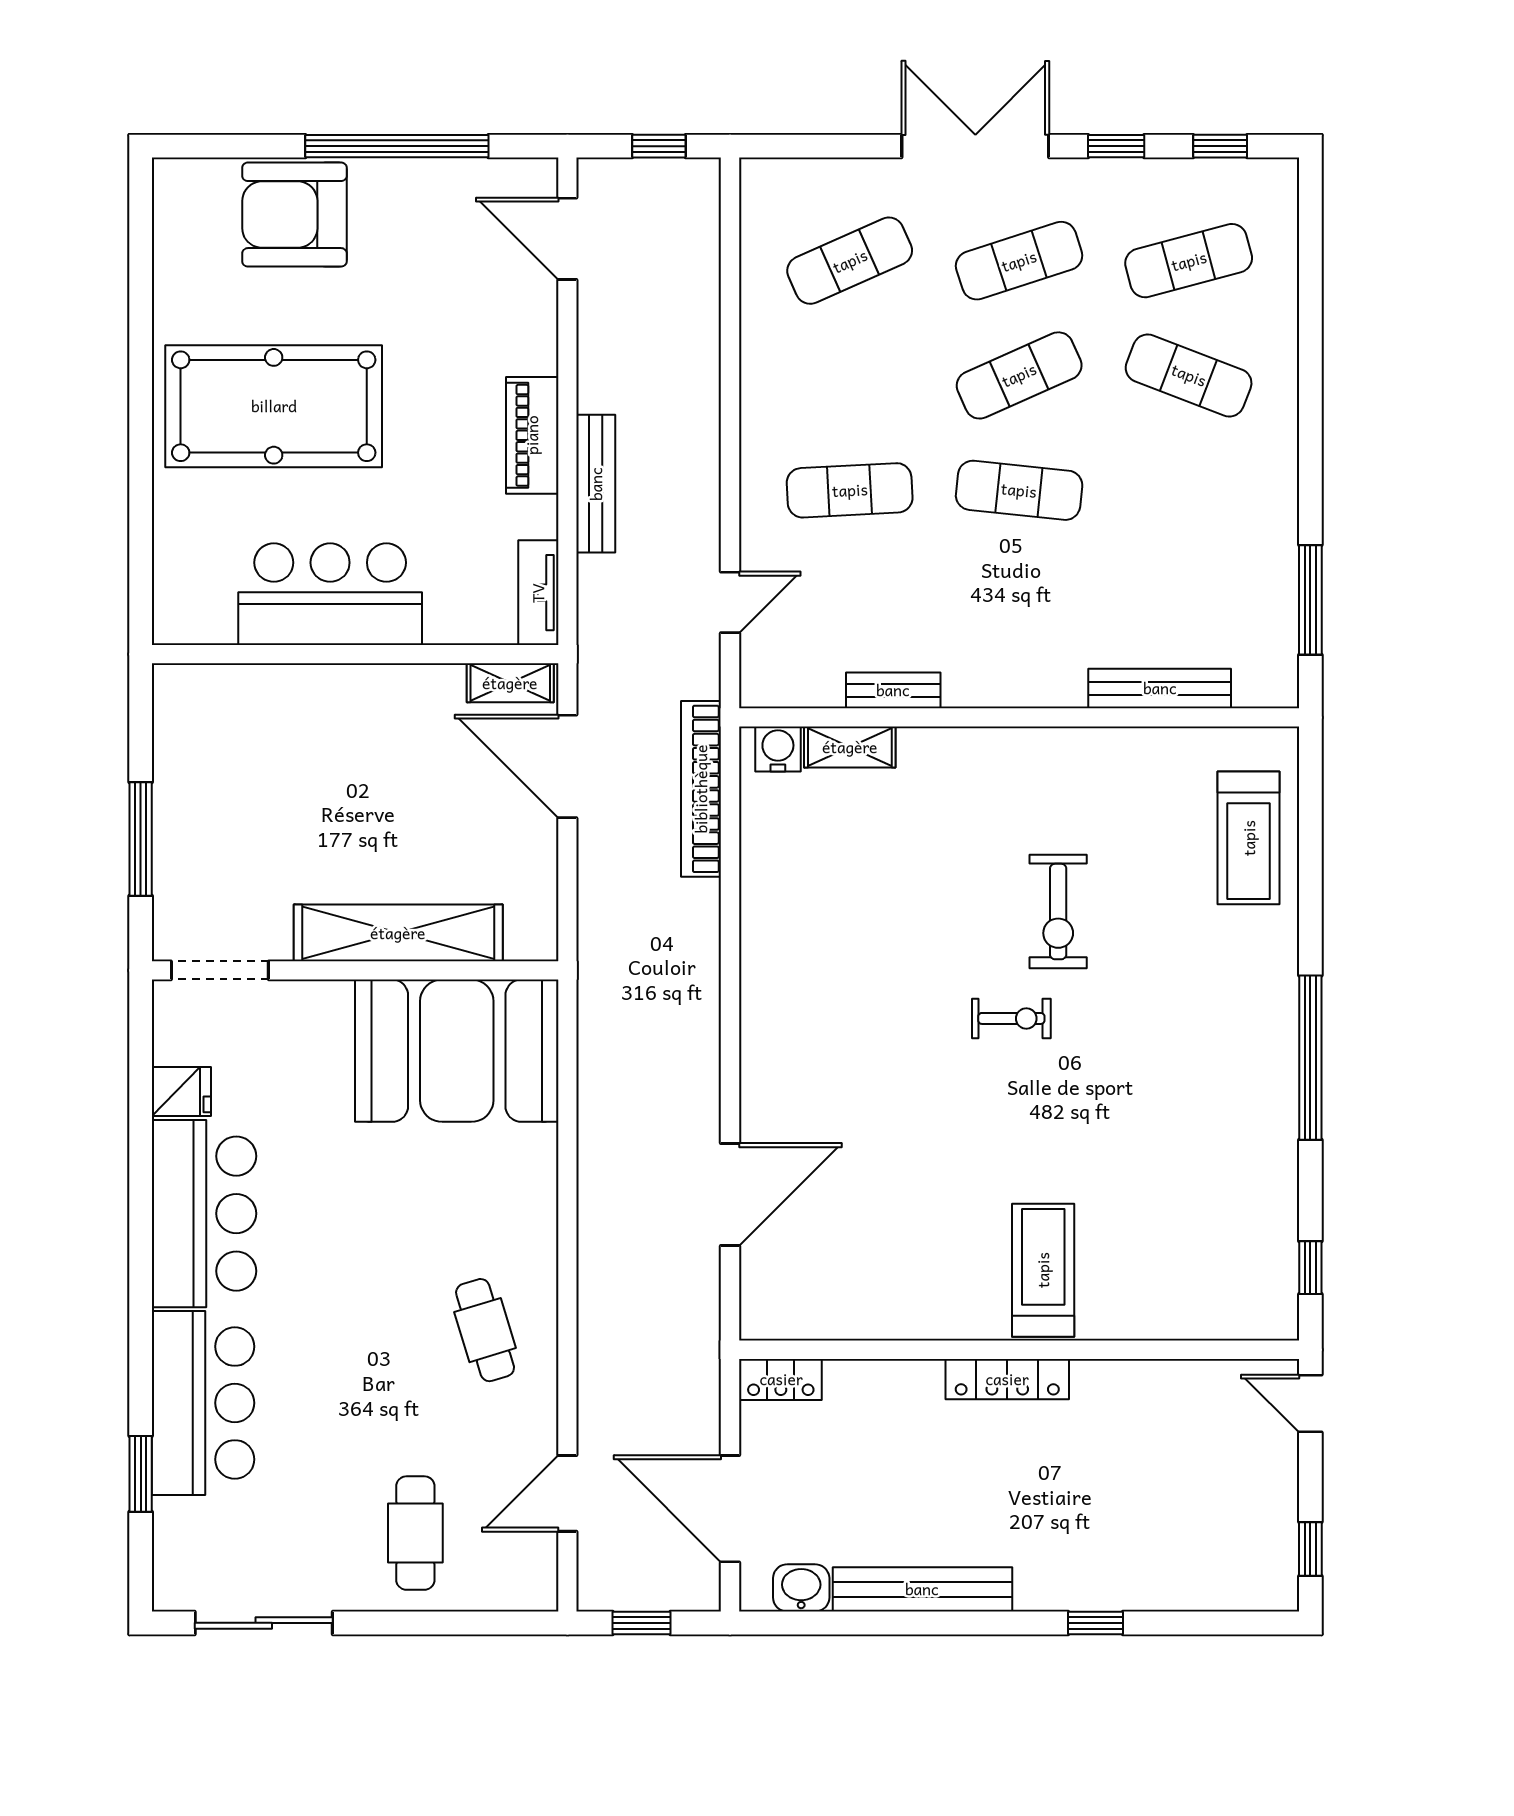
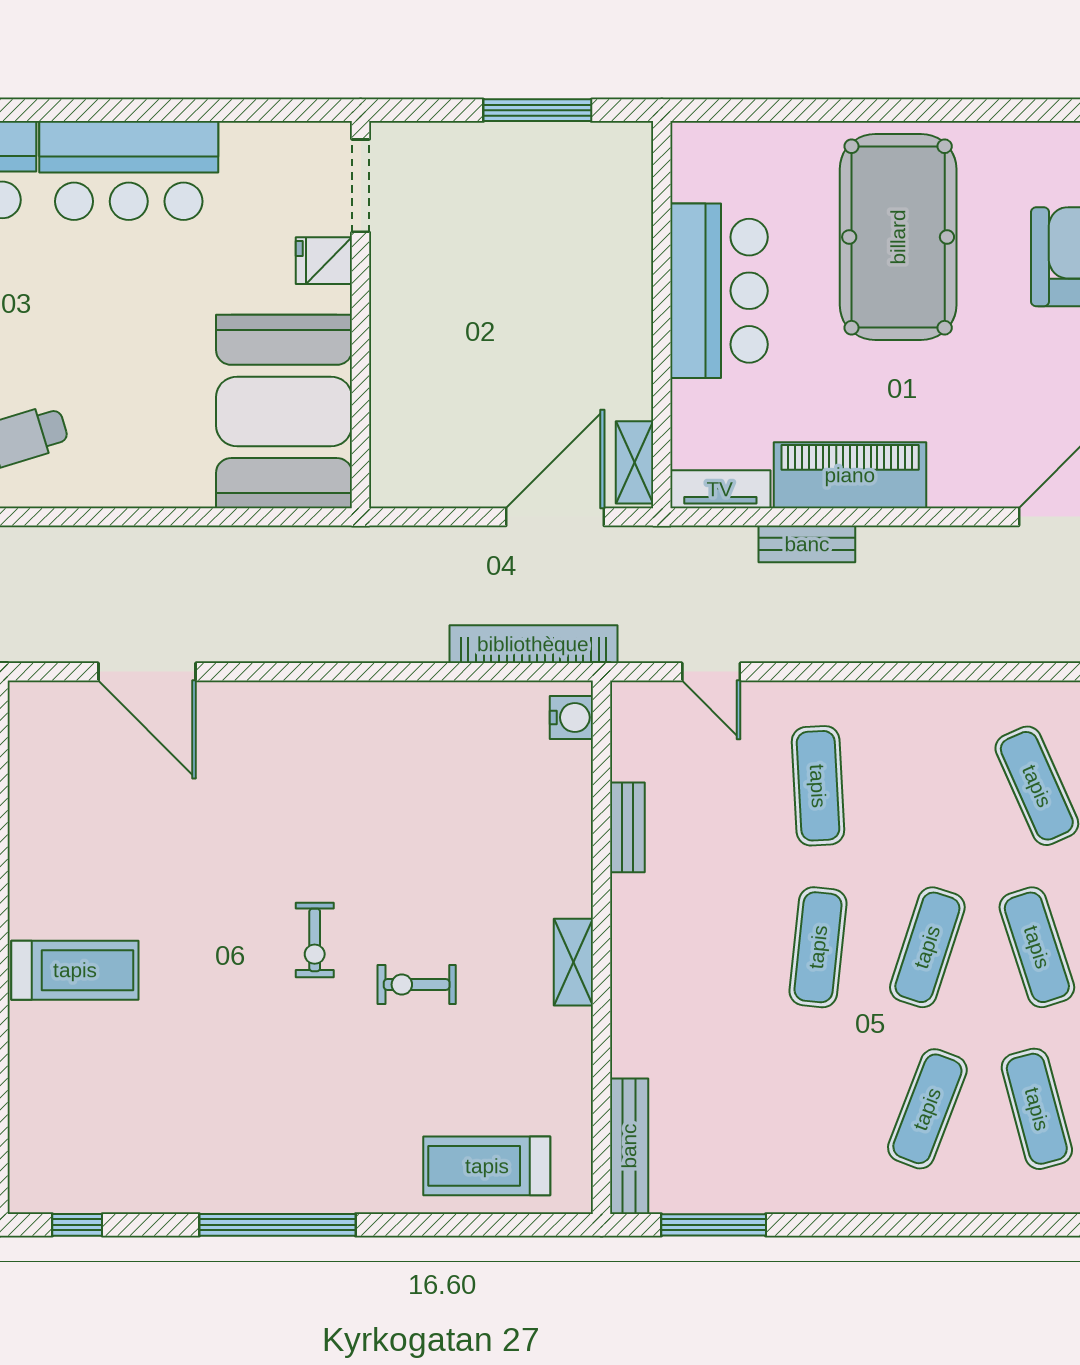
exercise mat: (1019, 375) -> (927, 947), turned 42
piano: (532, 435) -> (850, 475), width x1.37, depth x1.33
bench: (596, 484) -> (807, 544), width x0.73
bench: (1160, 688) -> (629, 1146), moved
shelving: (850, 747) -> (573, 962), moved
window: (141, 839) -> (537, 110), moved
exercise bike: (1058, 912) -> (417, 985), width x0.73, depth x0.72
shelving: (398, 933) -> (396, 356), removed
fridge: (181, 1092) -> (324, 261), moved, turned 90

